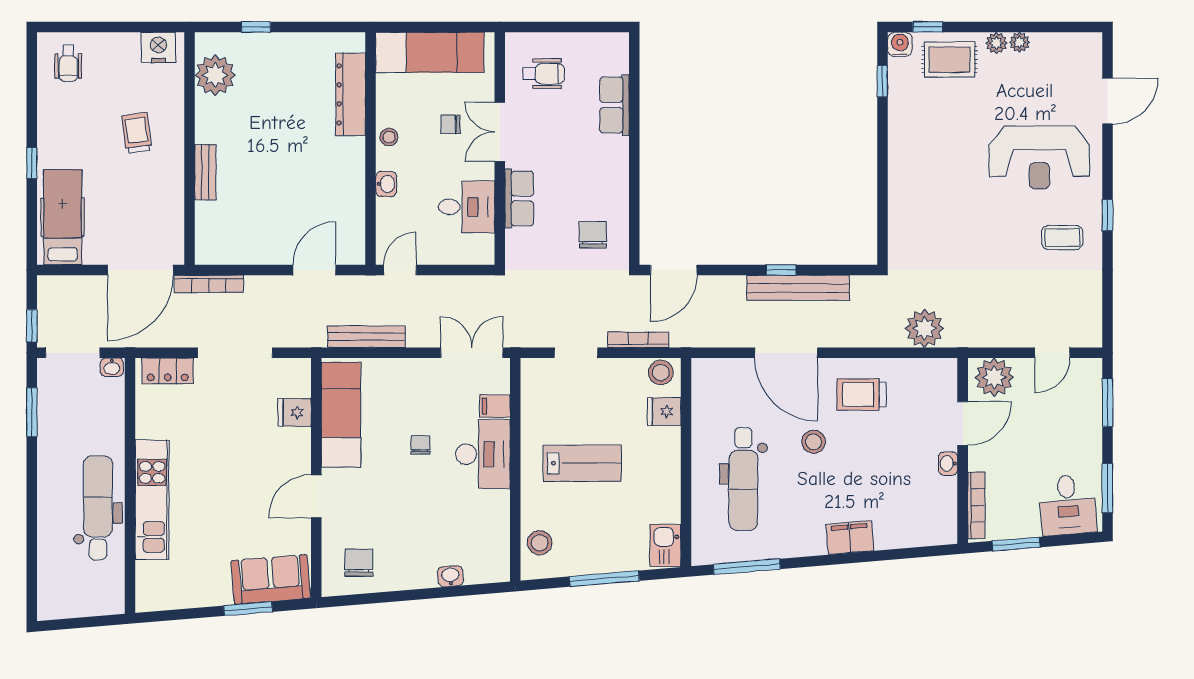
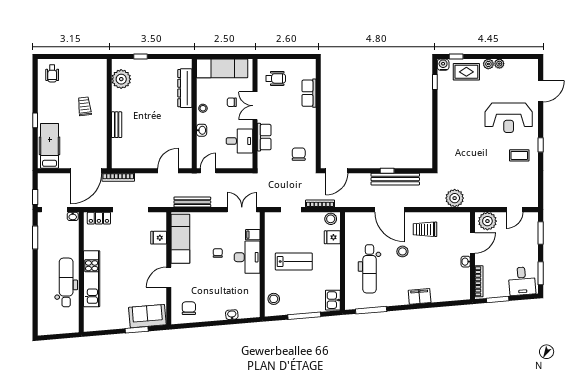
nightstand: (158, 47) -> (95, 66), removed

